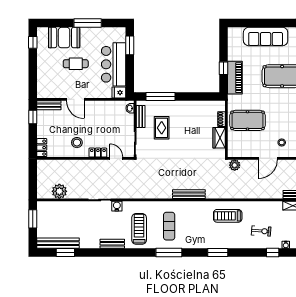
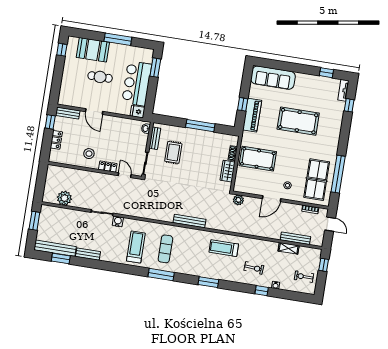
sofa: (266, 37) -> (273, 78), moved
window: (161, 97) -> (200, 126), moved
locker: (42, 148) -> (56, 140), moved
bench: (112, 244) -> (88, 254), moved

